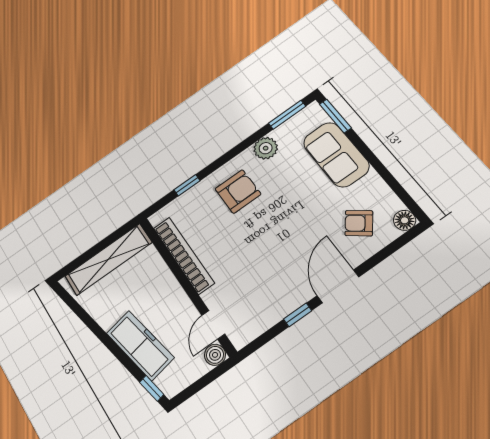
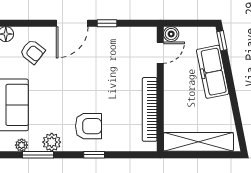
window: (287, 115) -> (38, 155), moved
plant: (296, 123) -> (22, 145), added
window: (187, 185) -> (94, 155), moved
armchair: (238, 191) -> (89, 126), turned 180

